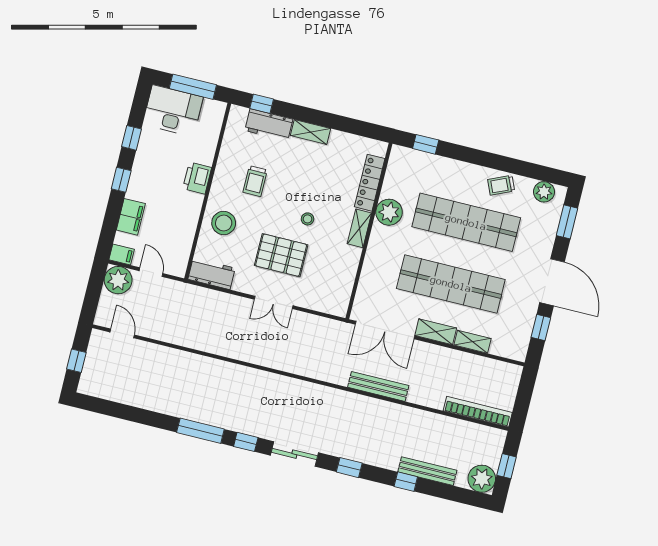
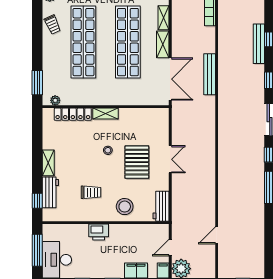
window: (426, 144) -> (37, 83), width x1.50
plant: (389, 212) -> (55, 100), moved, width x0.53, depth x0.53
door: (122, 333) -> (217, 235), moved
bench: (427, 471) -> (259, 44), moved

